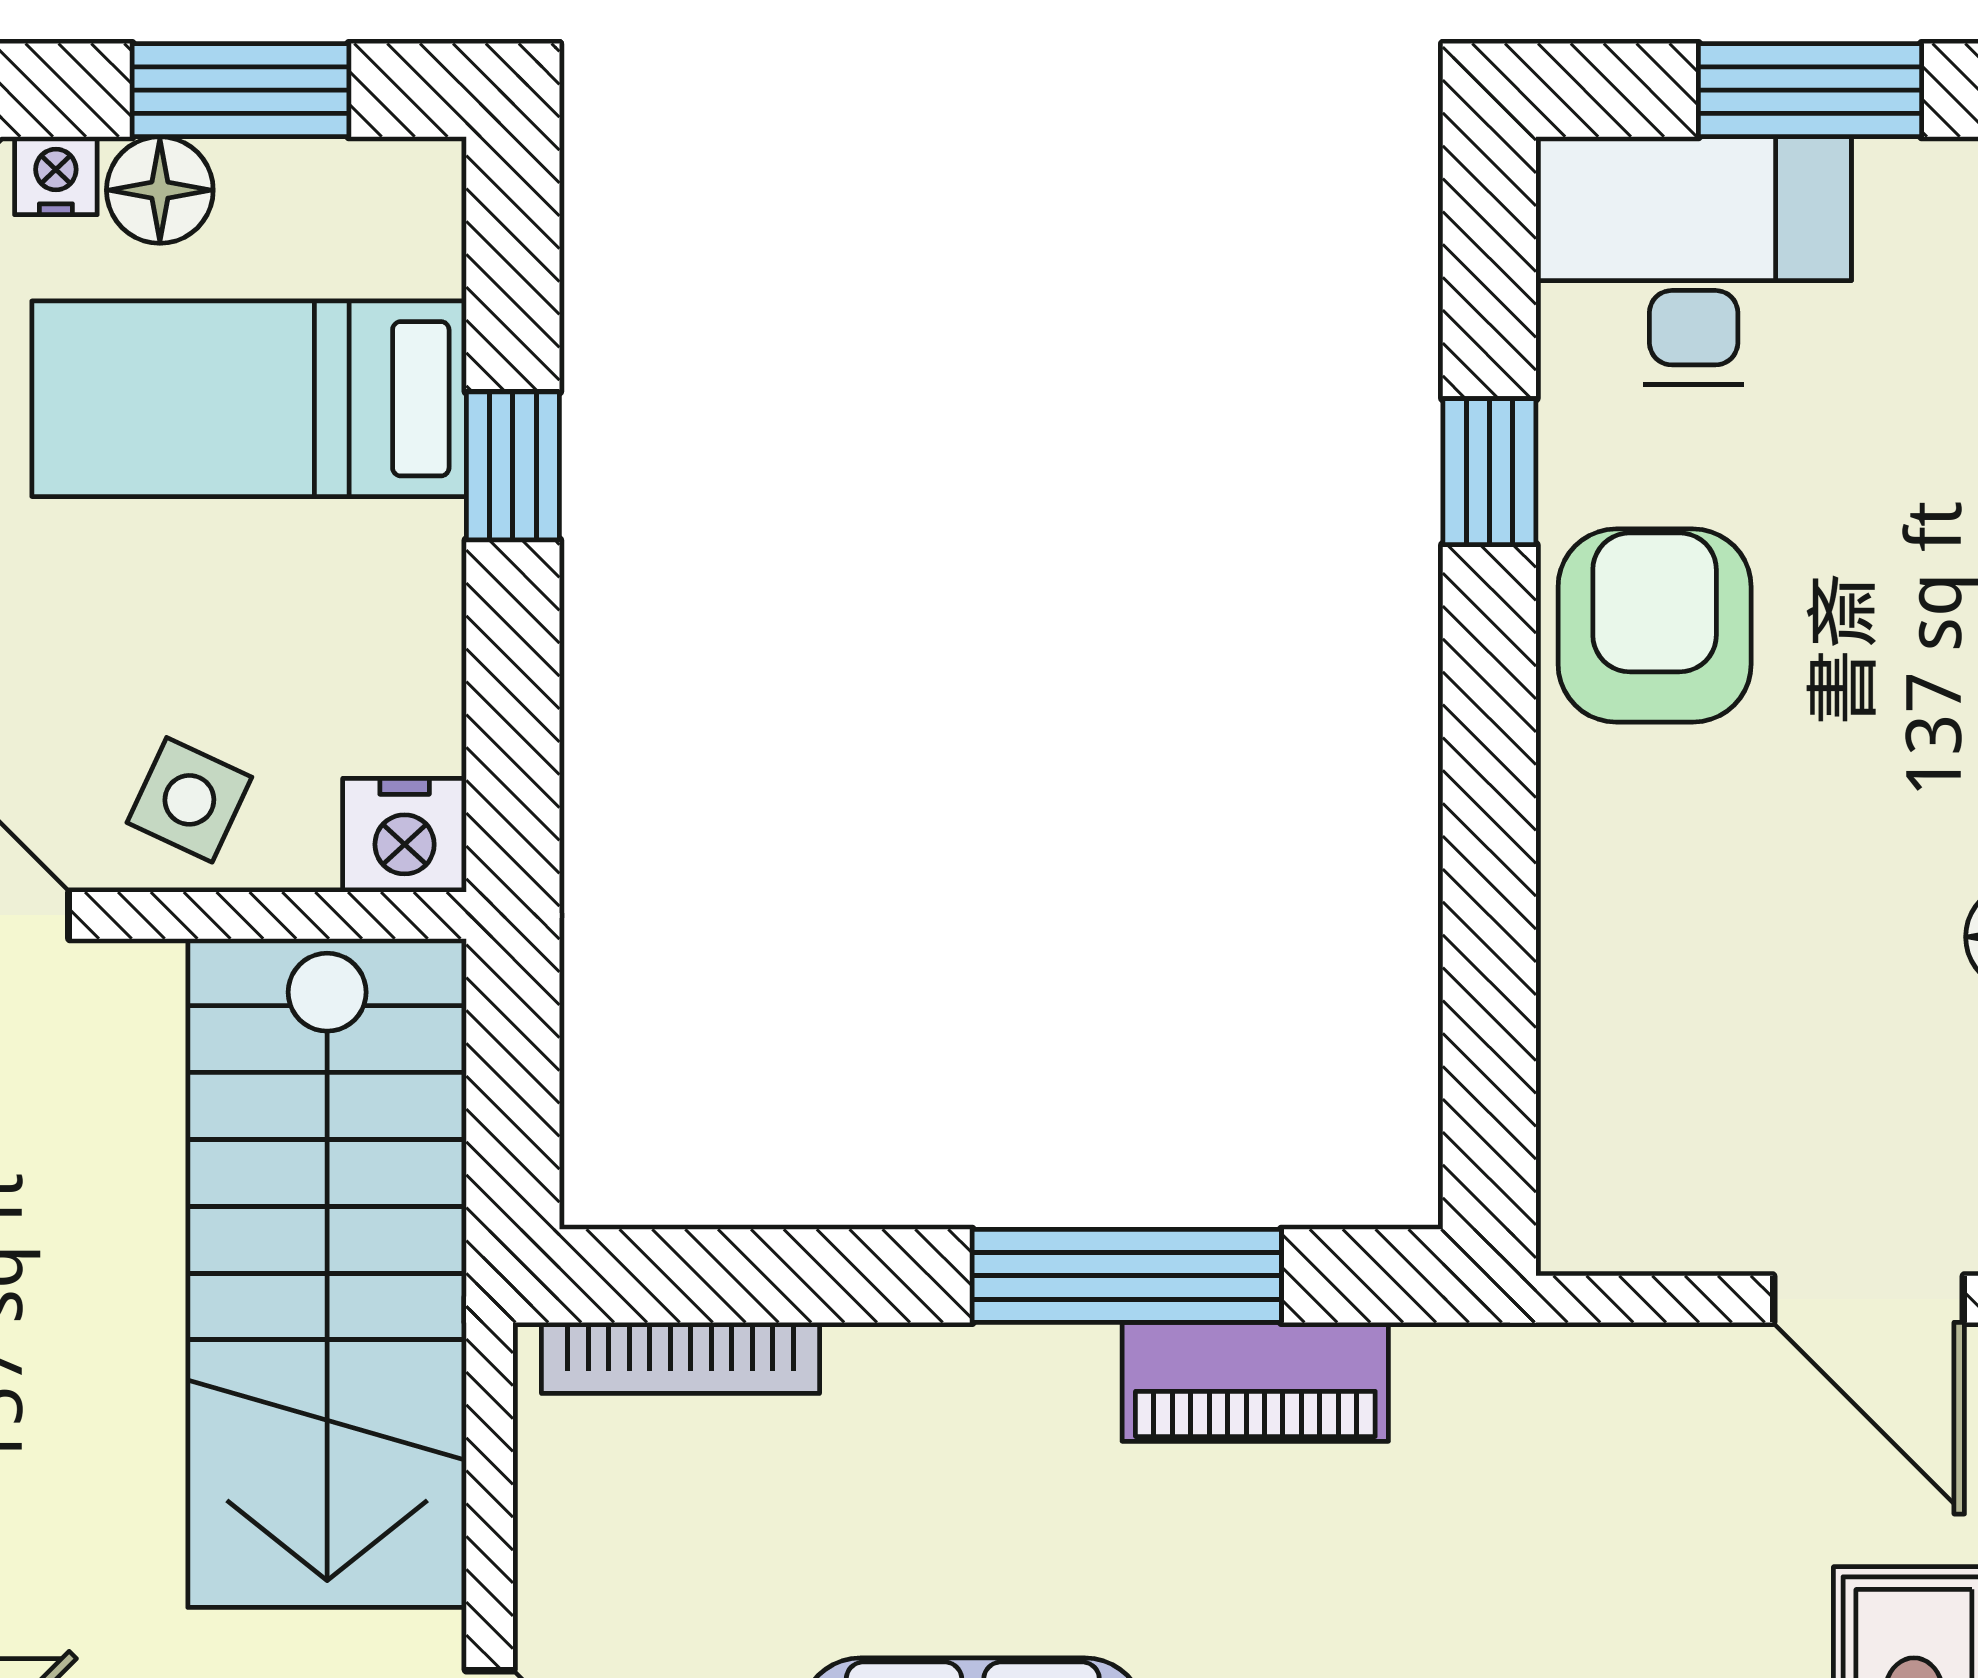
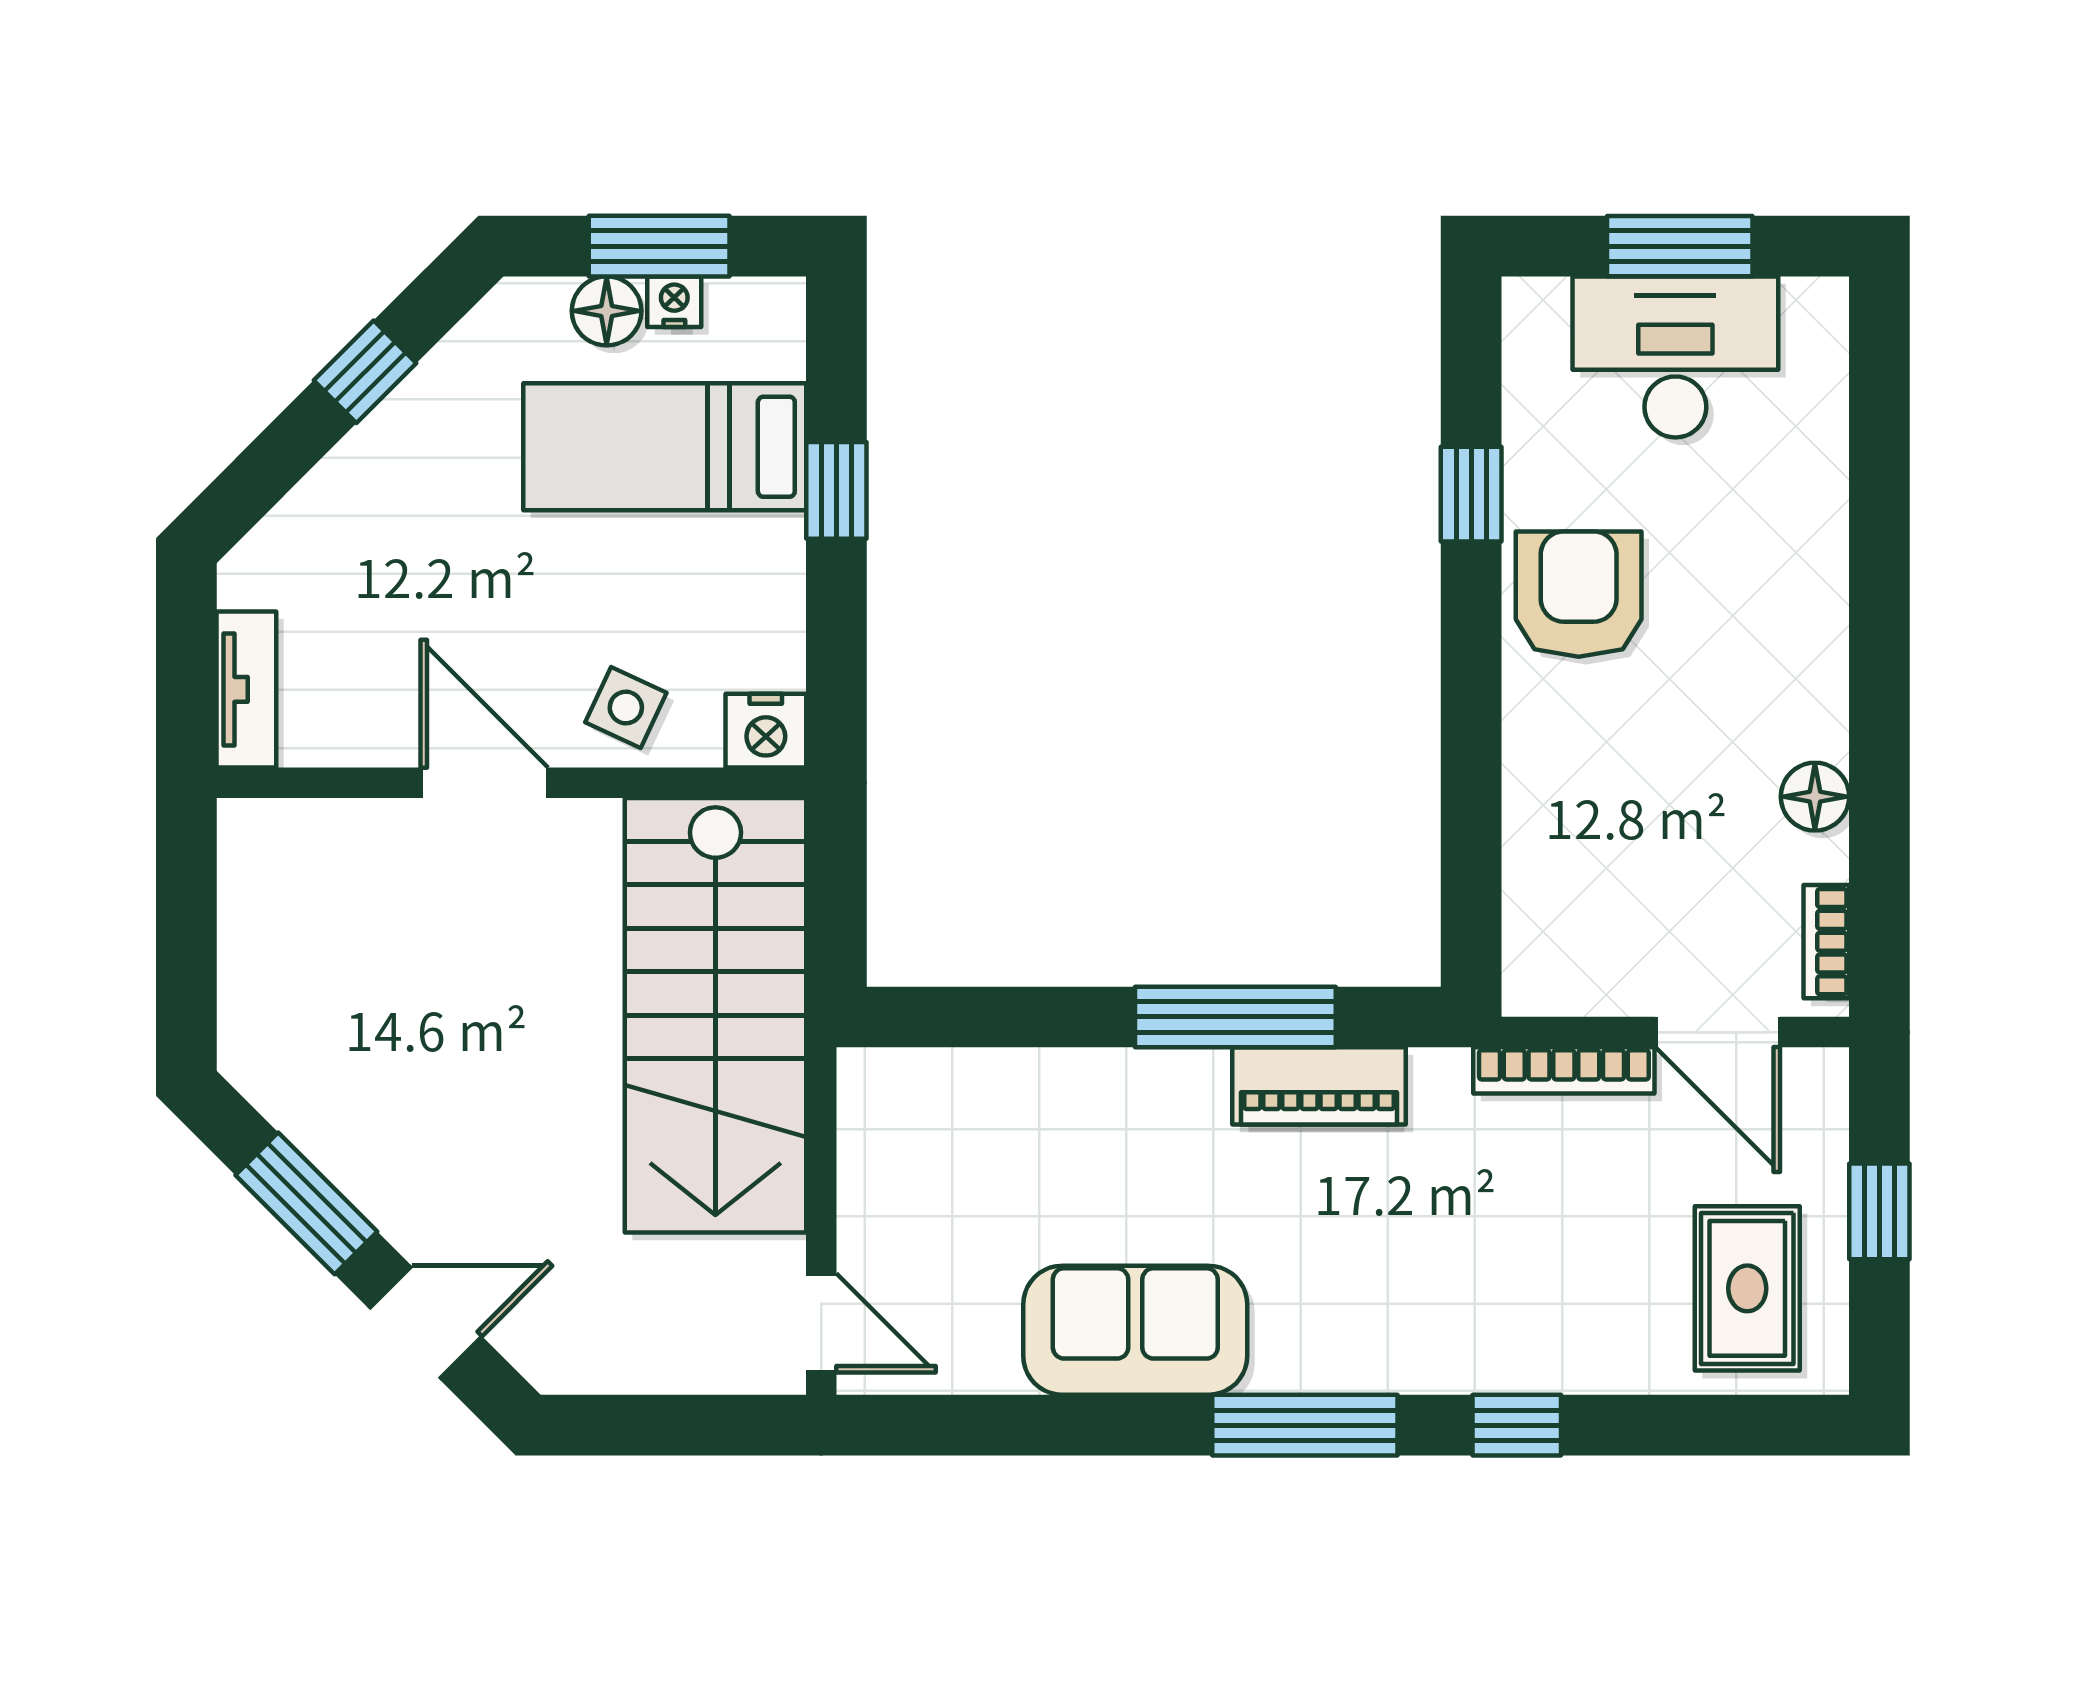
nightstand: (56, 176) -> (674, 302), moved
desk: (1694, 261) -> (1675, 357), moved
bookcase: (681, 1358) -> (1564, 1070), moved

